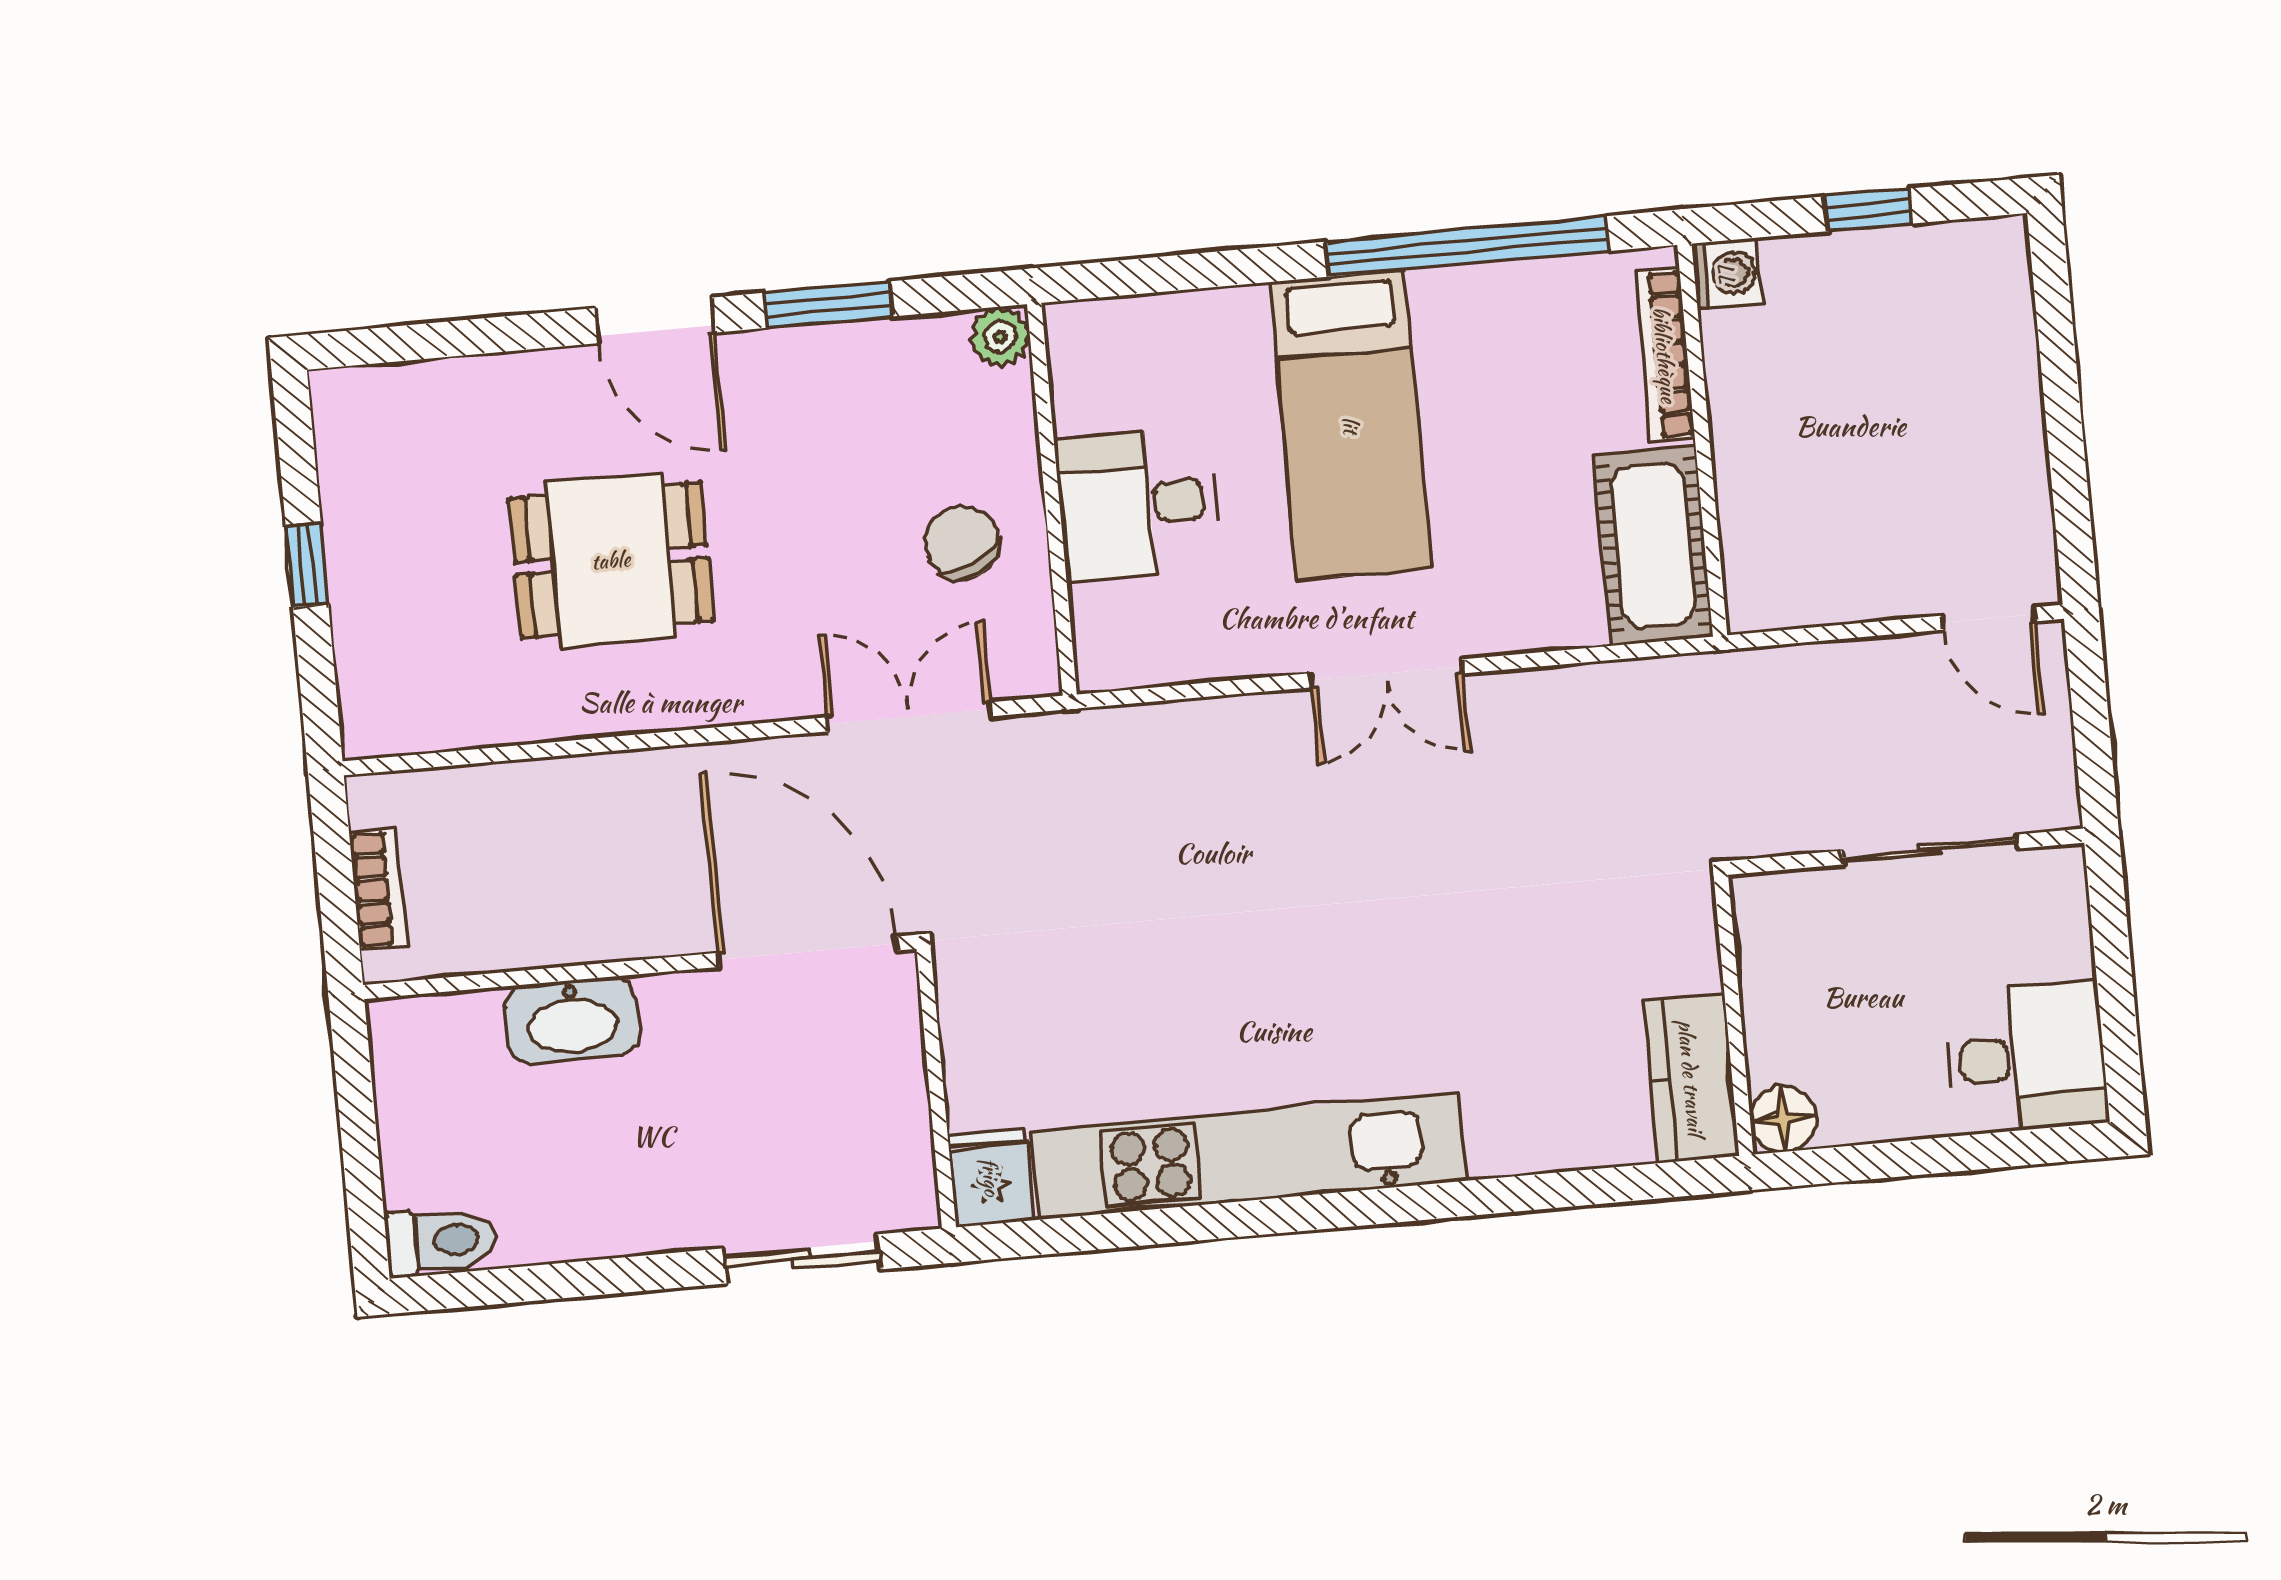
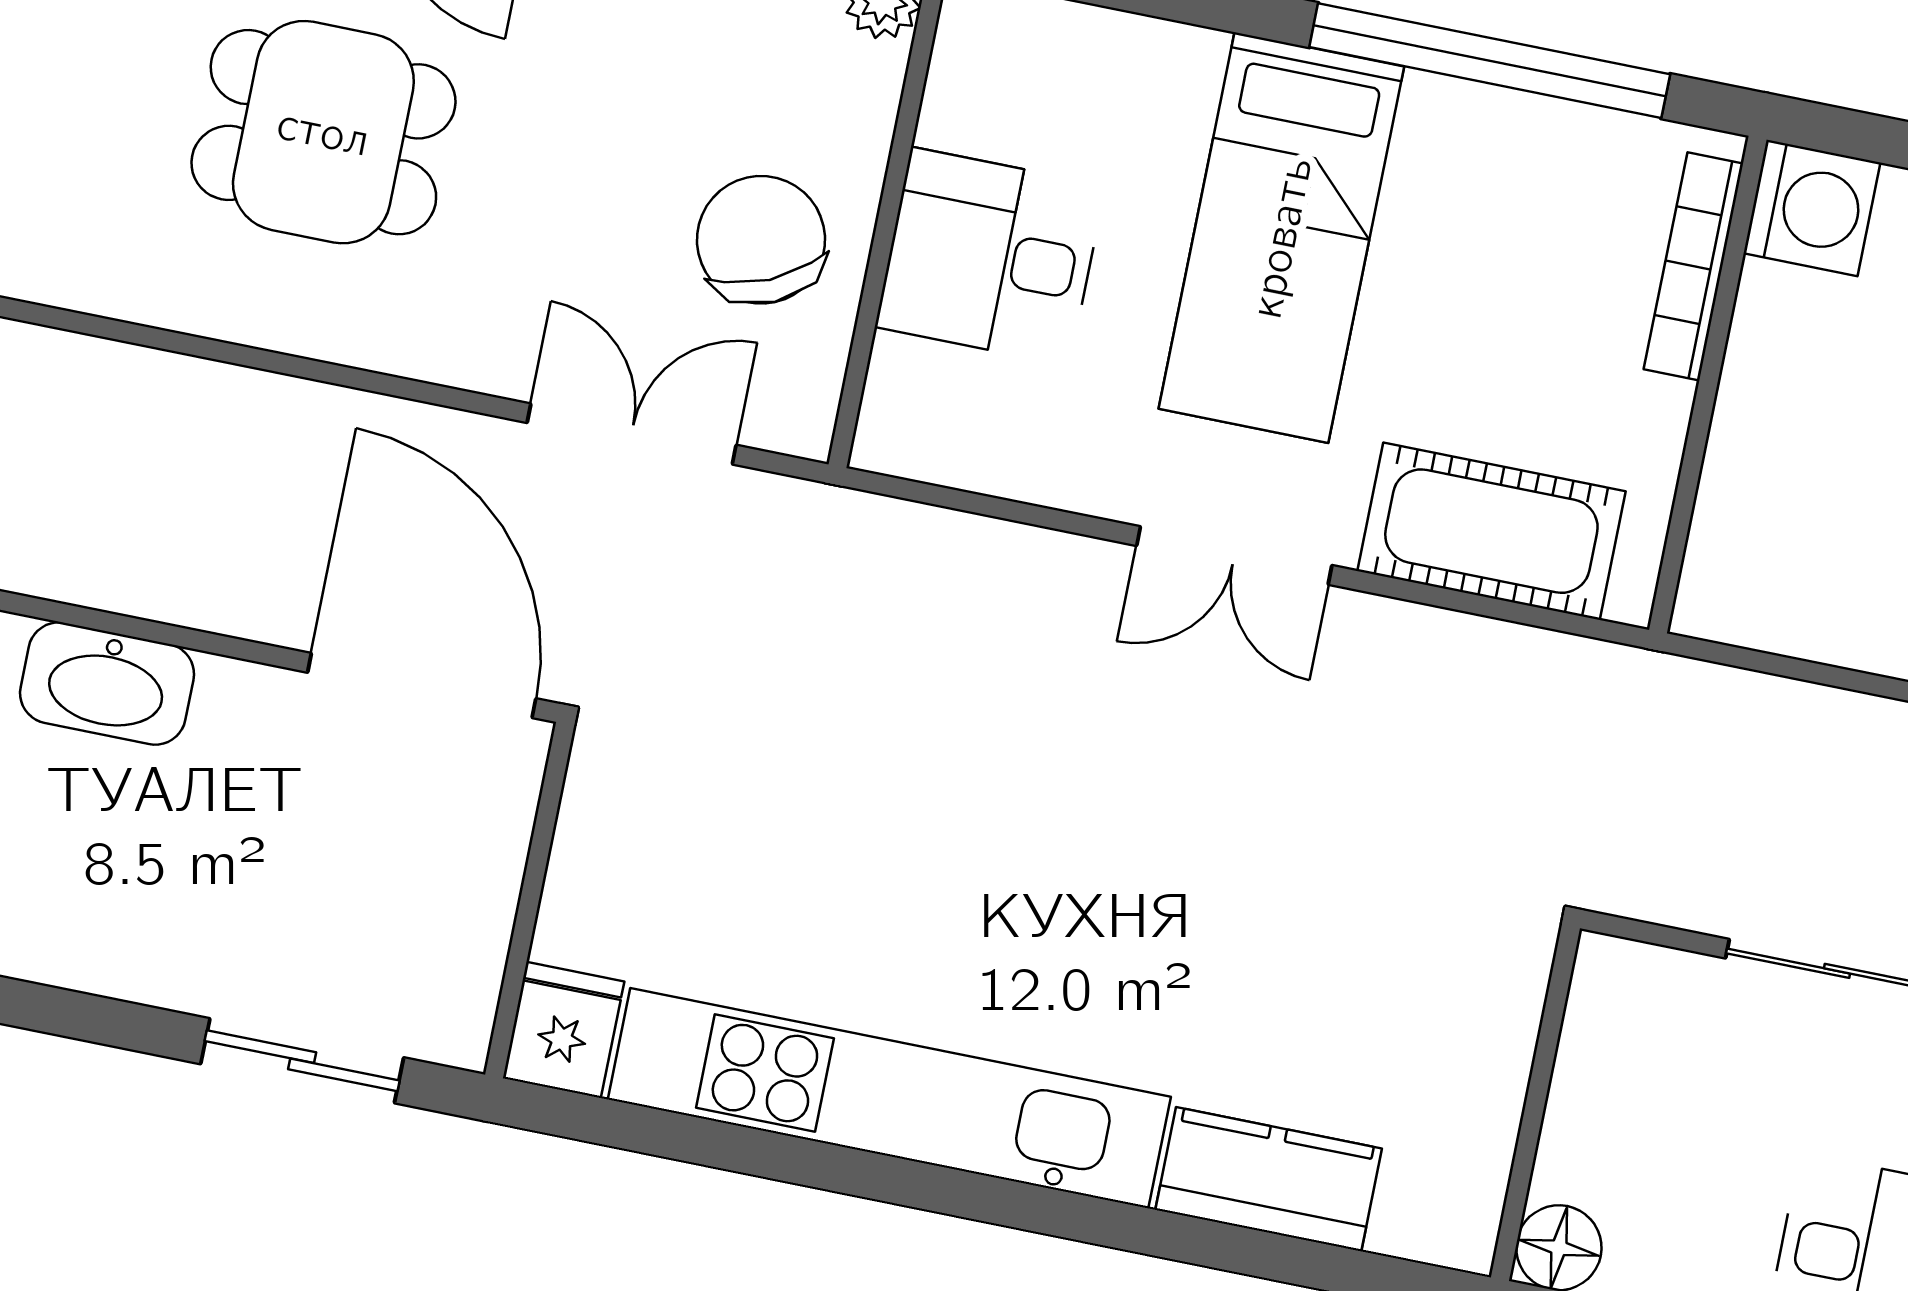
washing machine: (1727, 273) -> (1812, 208), width x1.38, depth x1.38
chair: (962, 543) -> (761, 240), width x1.37, depth x1.37
cot: (1653, 545) -> (1491, 531), moved, turned 90
kitchen counter: (1691, 1078) -> (1269, 1179), moved, turned 90

